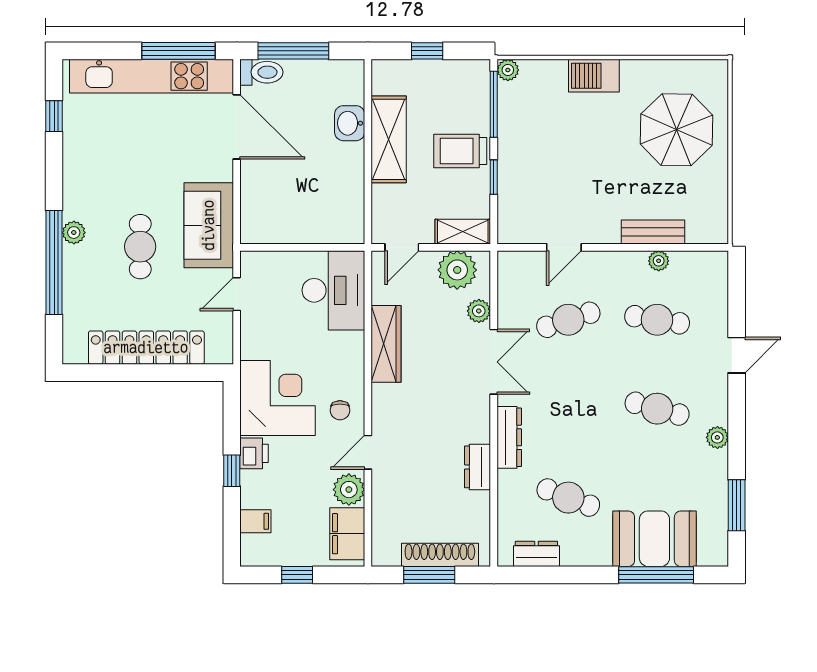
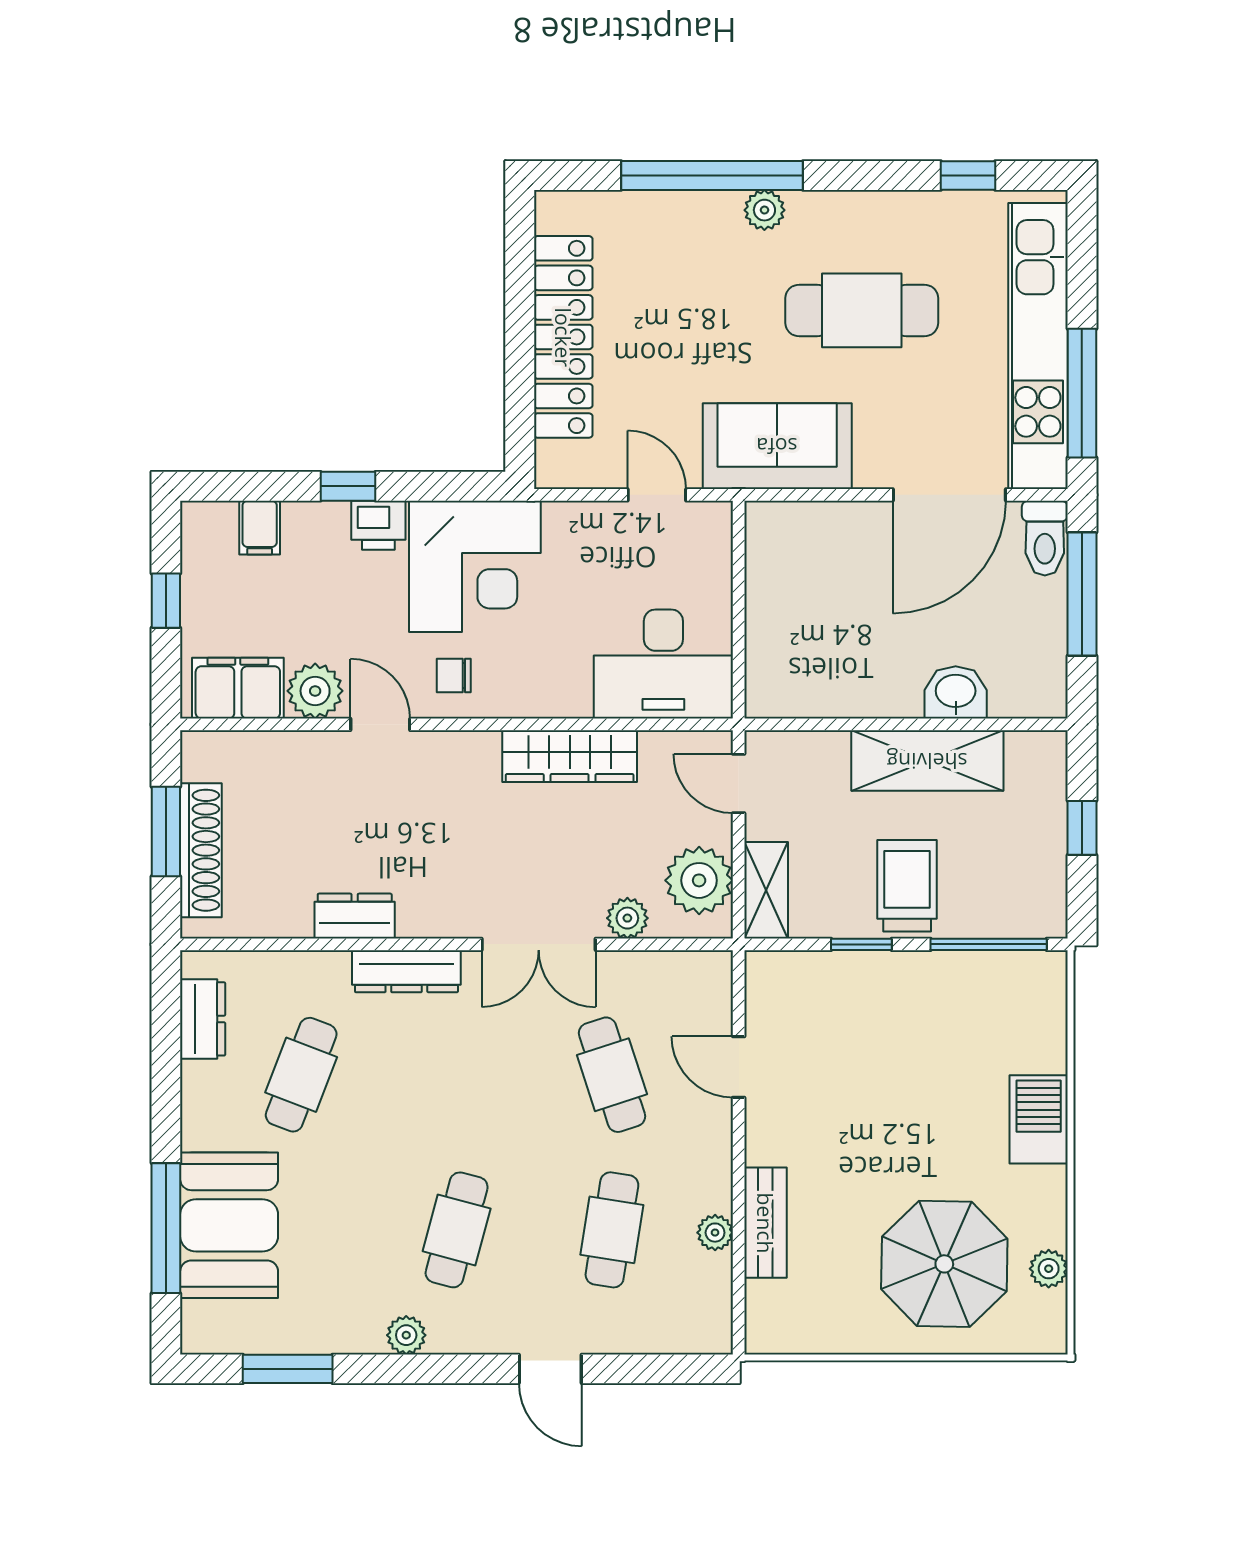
plant: (508, 70) -> (1049, 1269), moved
cafe table: (140, 247) -> (862, 310), moved, width x1.37, depth x1.35

